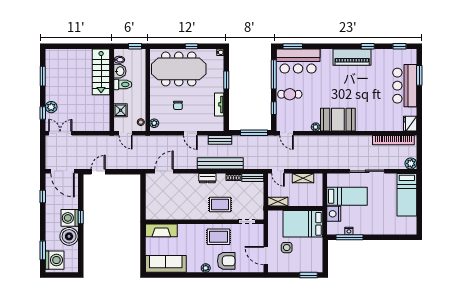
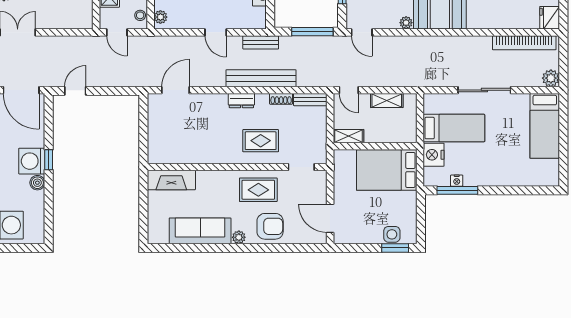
boiler: (69, 236) -> (37, 183), width x0.54, depth x0.54
side table: (287, 248) -> (392, 234), moved
sofa: (166, 264) -> (200, 231), moved

